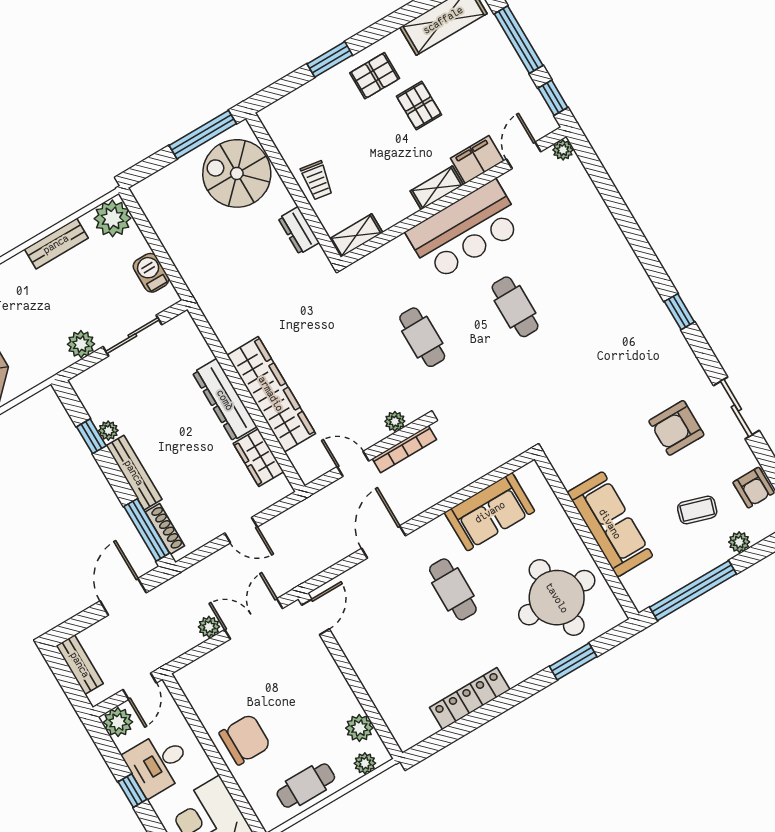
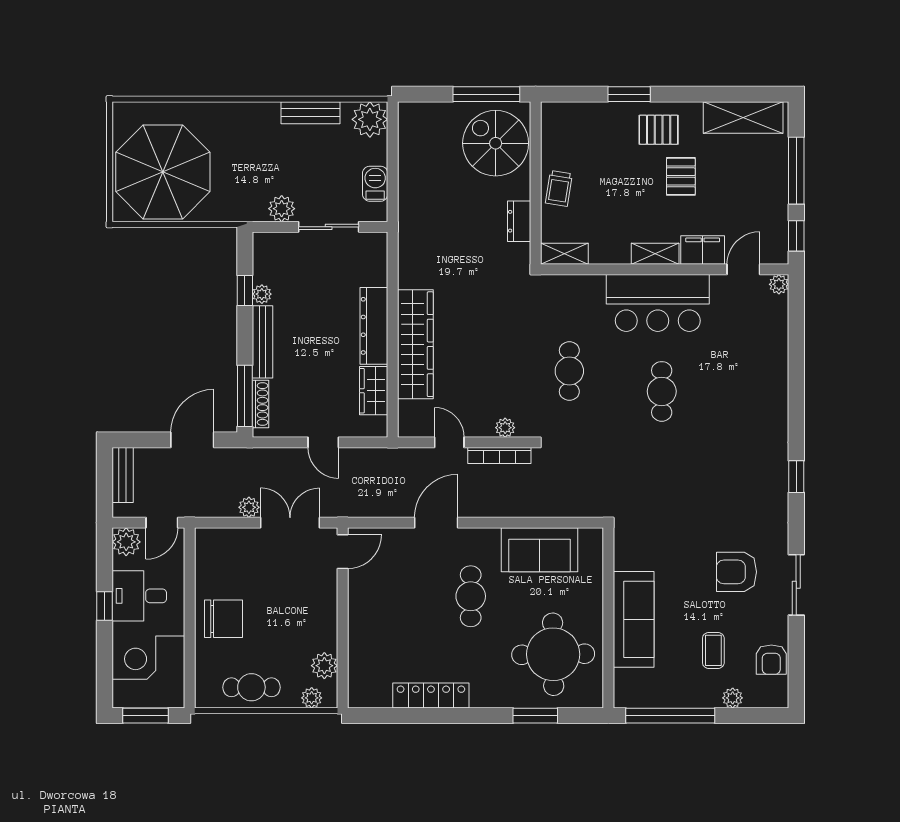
coffee table: (697, 510) -> (713, 650), turned 73

